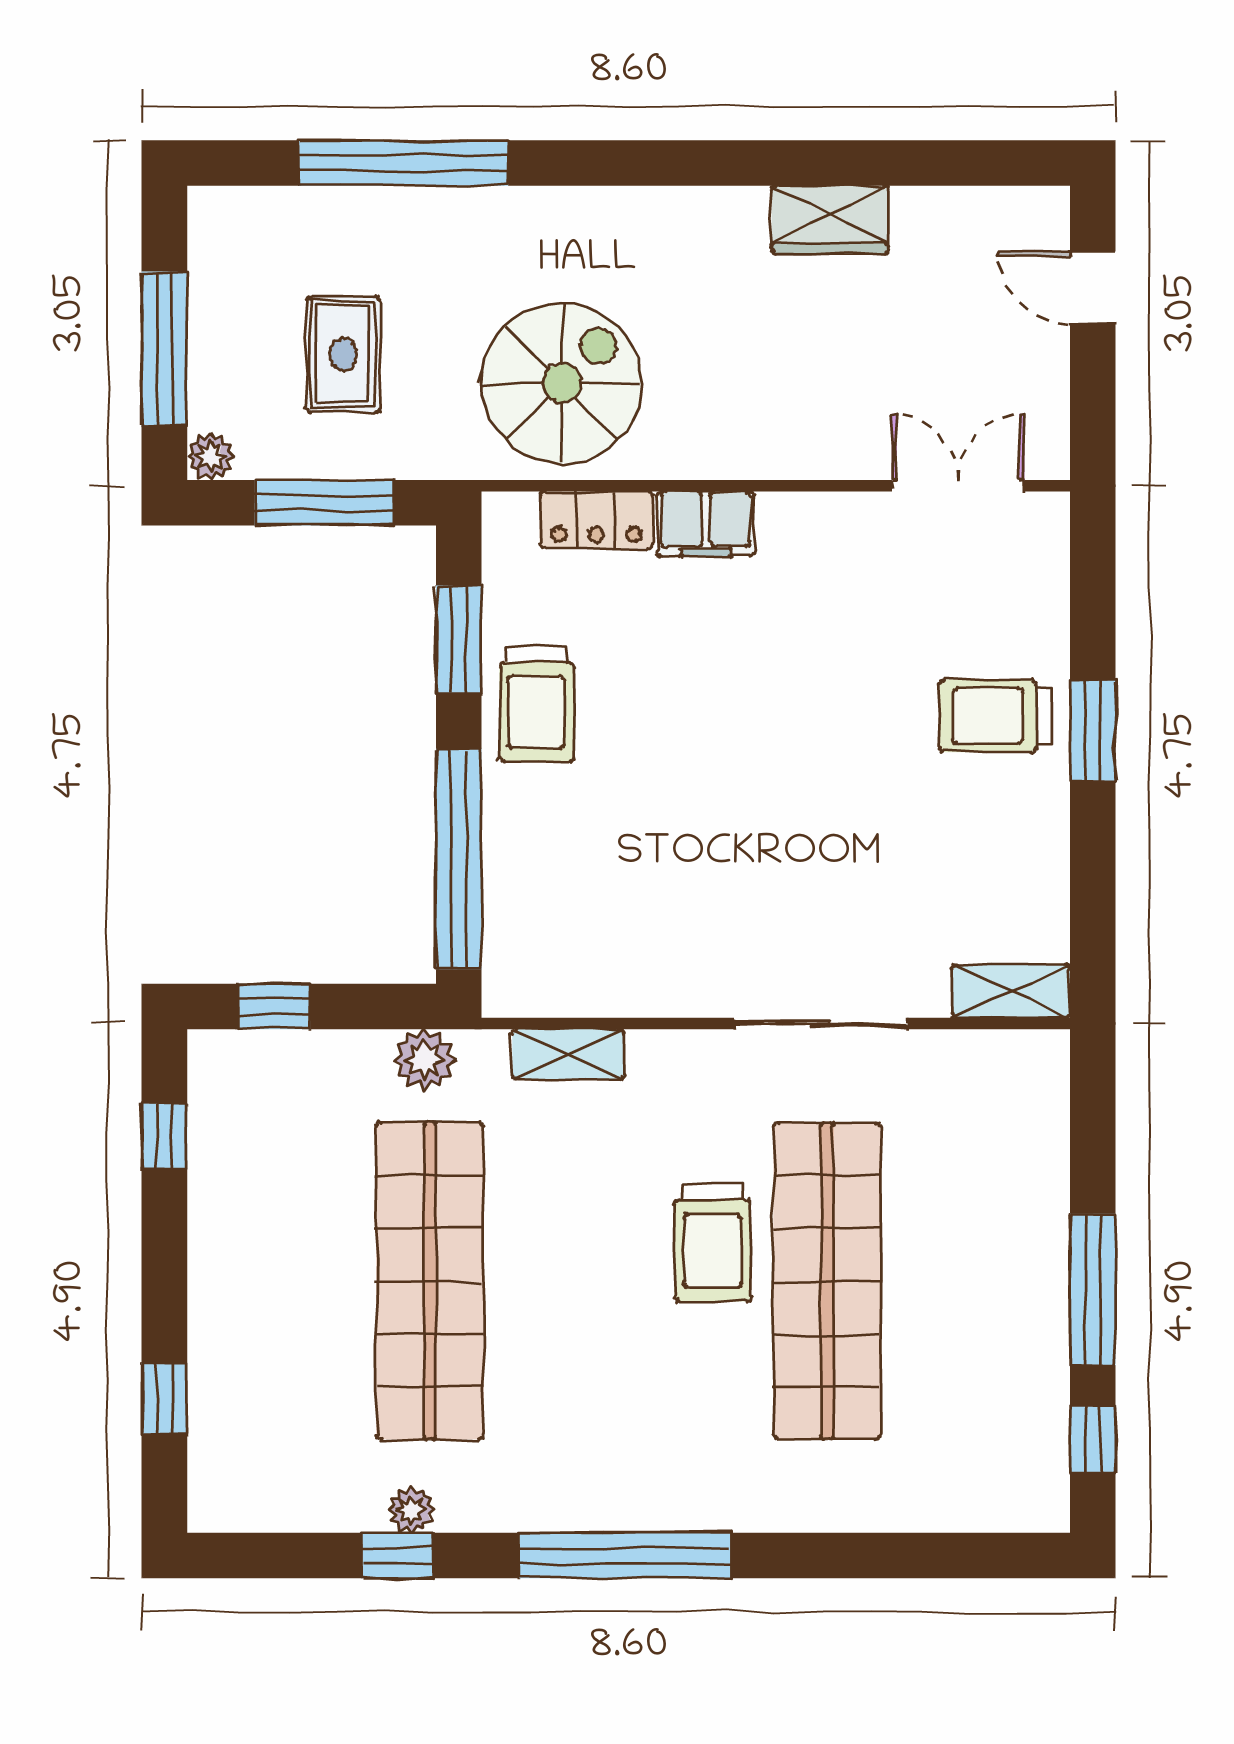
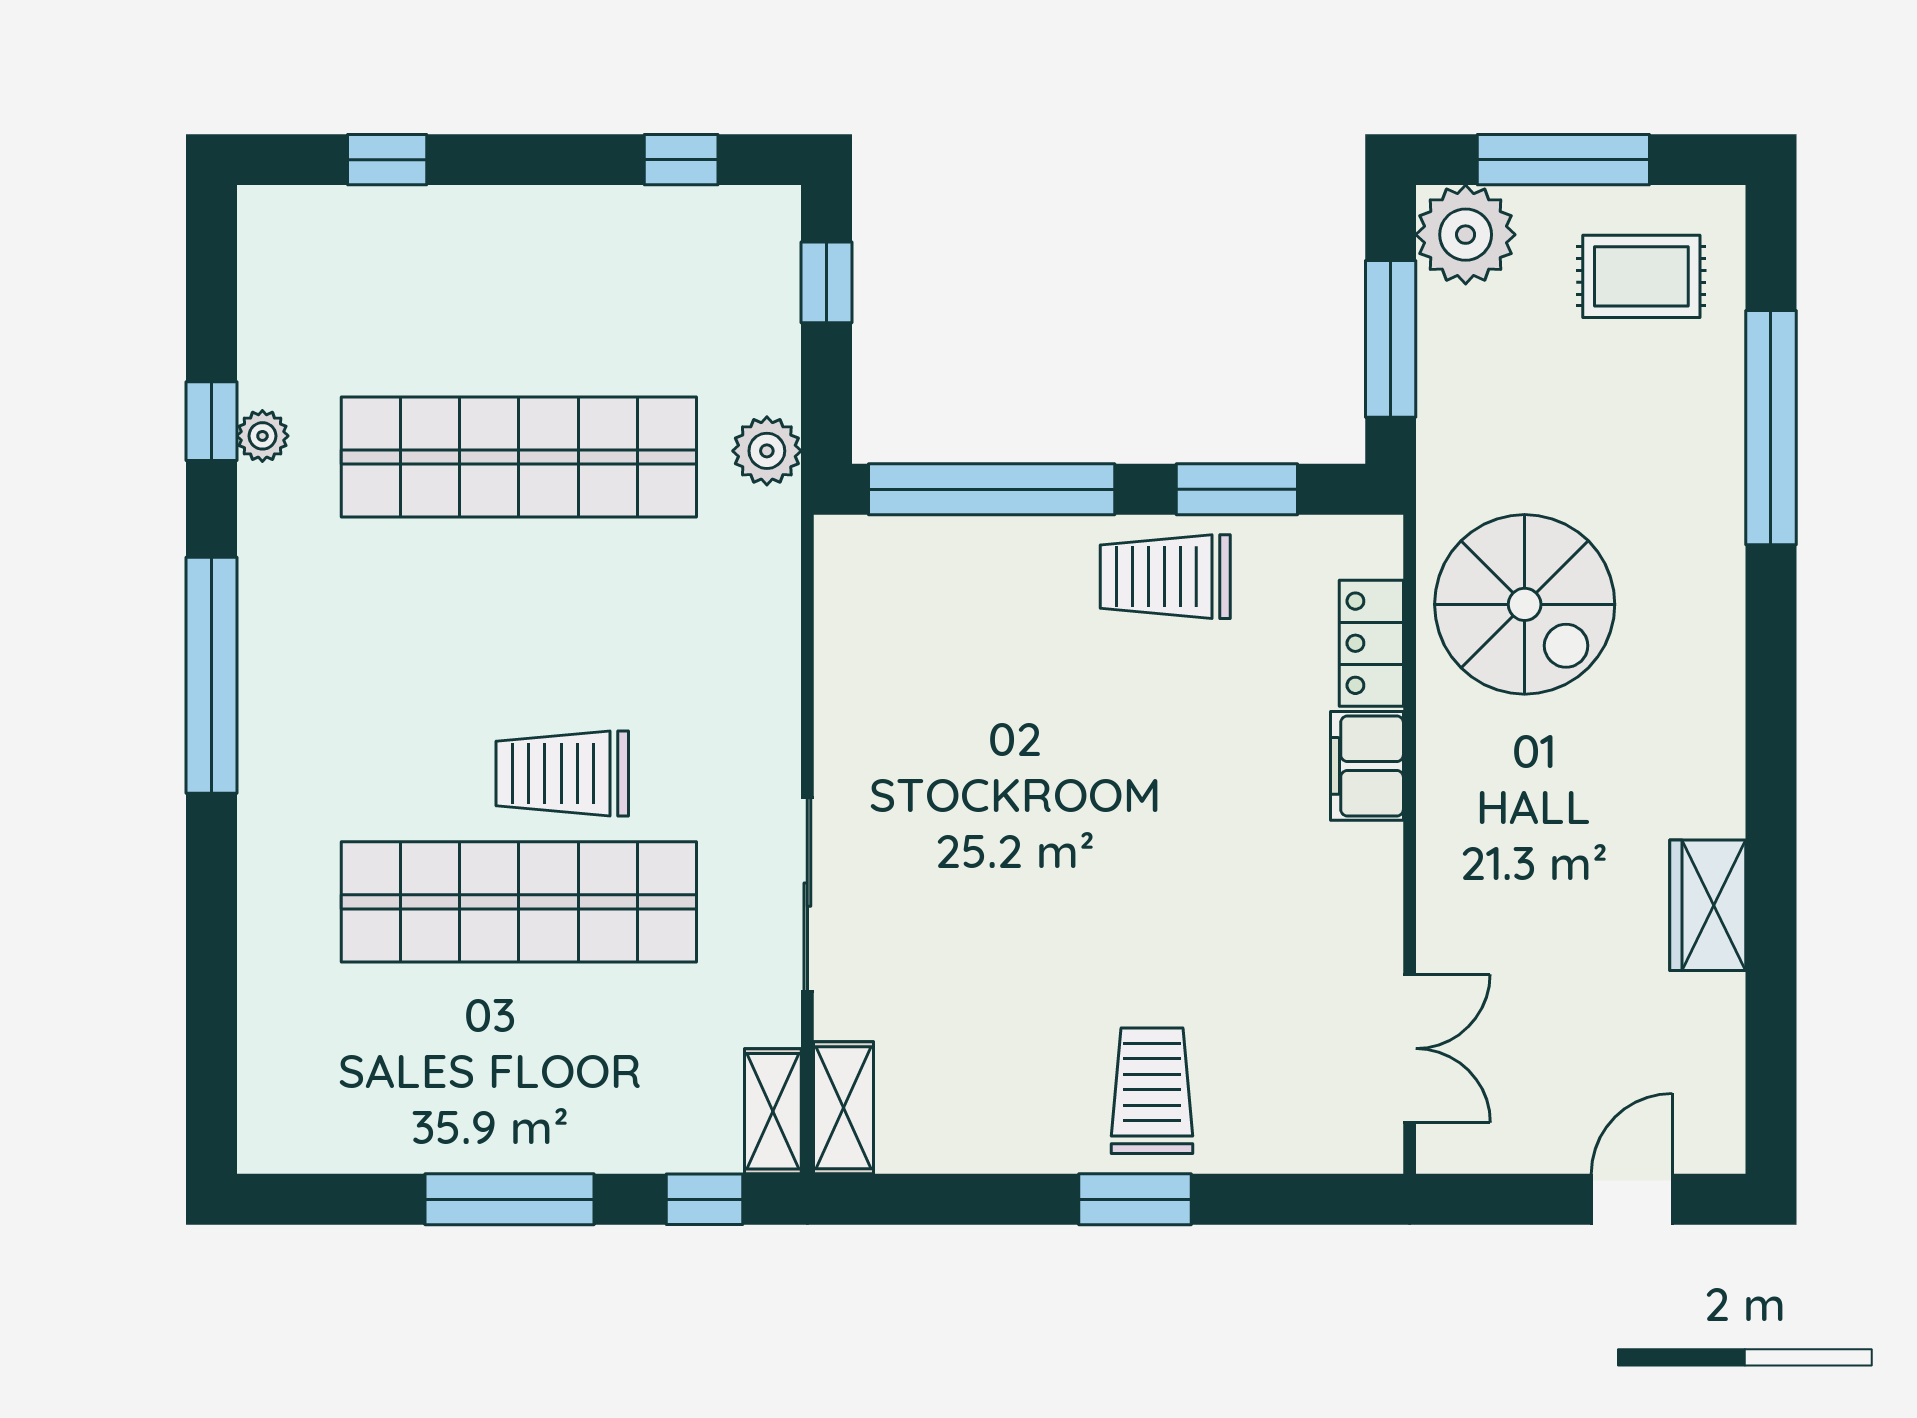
rug: (343, 355) -> (1641, 276), moved
plant: (211, 456) -> (1466, 235), width x1.87, depth x1.87
shelving: (568, 1054) -> (773, 1111), moved
window: (1093, 1439) -> (705, 1199), moved

